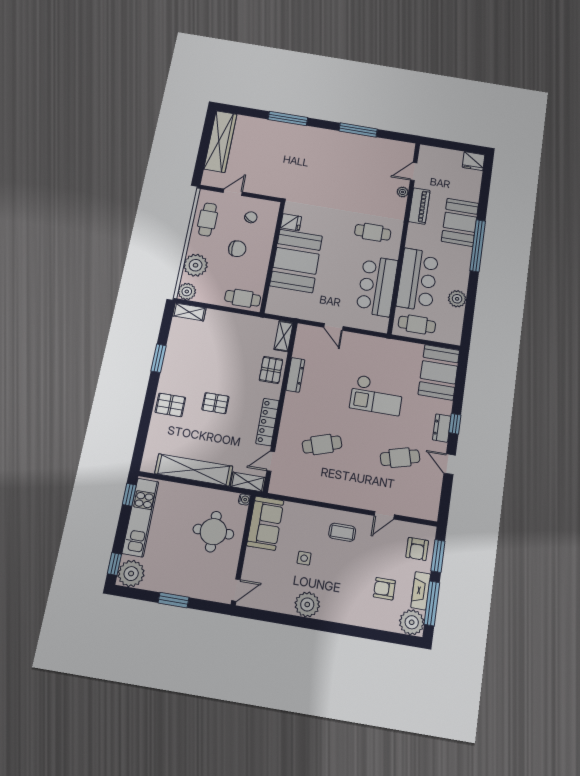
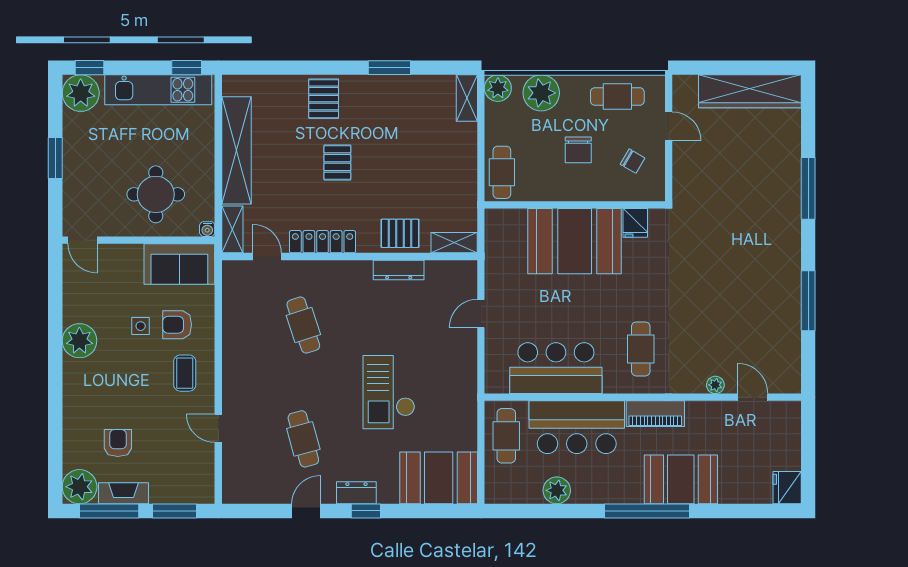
piano: (419, 206) -> (655, 414), moved
armchair: (417, 549) -> (177, 325), moved

